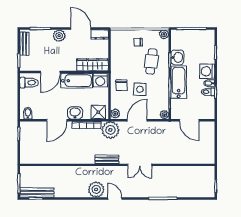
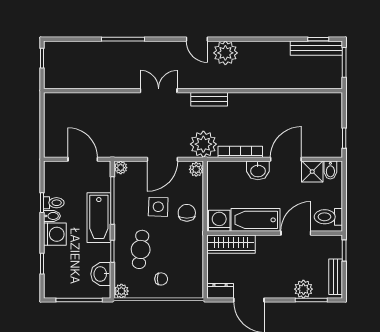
plant: (59, 36) -> (303, 289), moved
washbasin: (177, 57) -> (101, 274), moved
shower: (98, 112) -> (312, 172), moved

